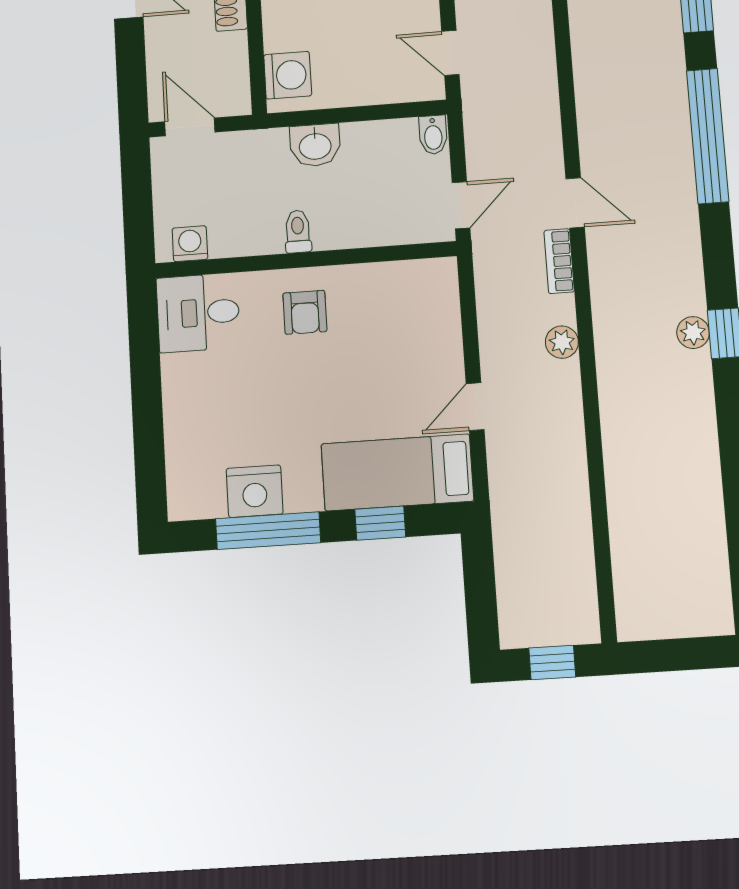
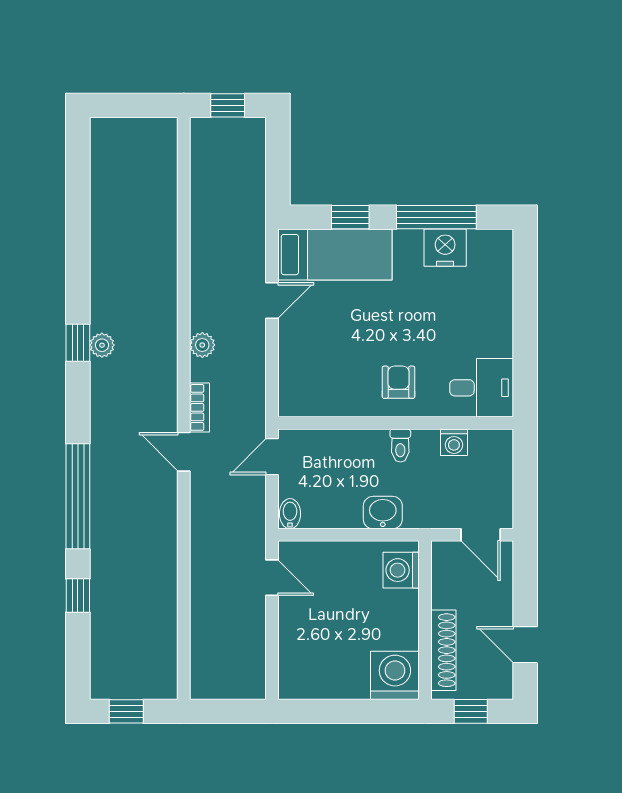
washing machine: (190, 244) -> (454, 442), moved

